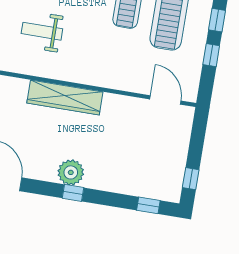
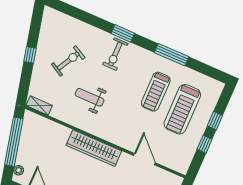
door: (165, 100) -> (144, 159), moved

